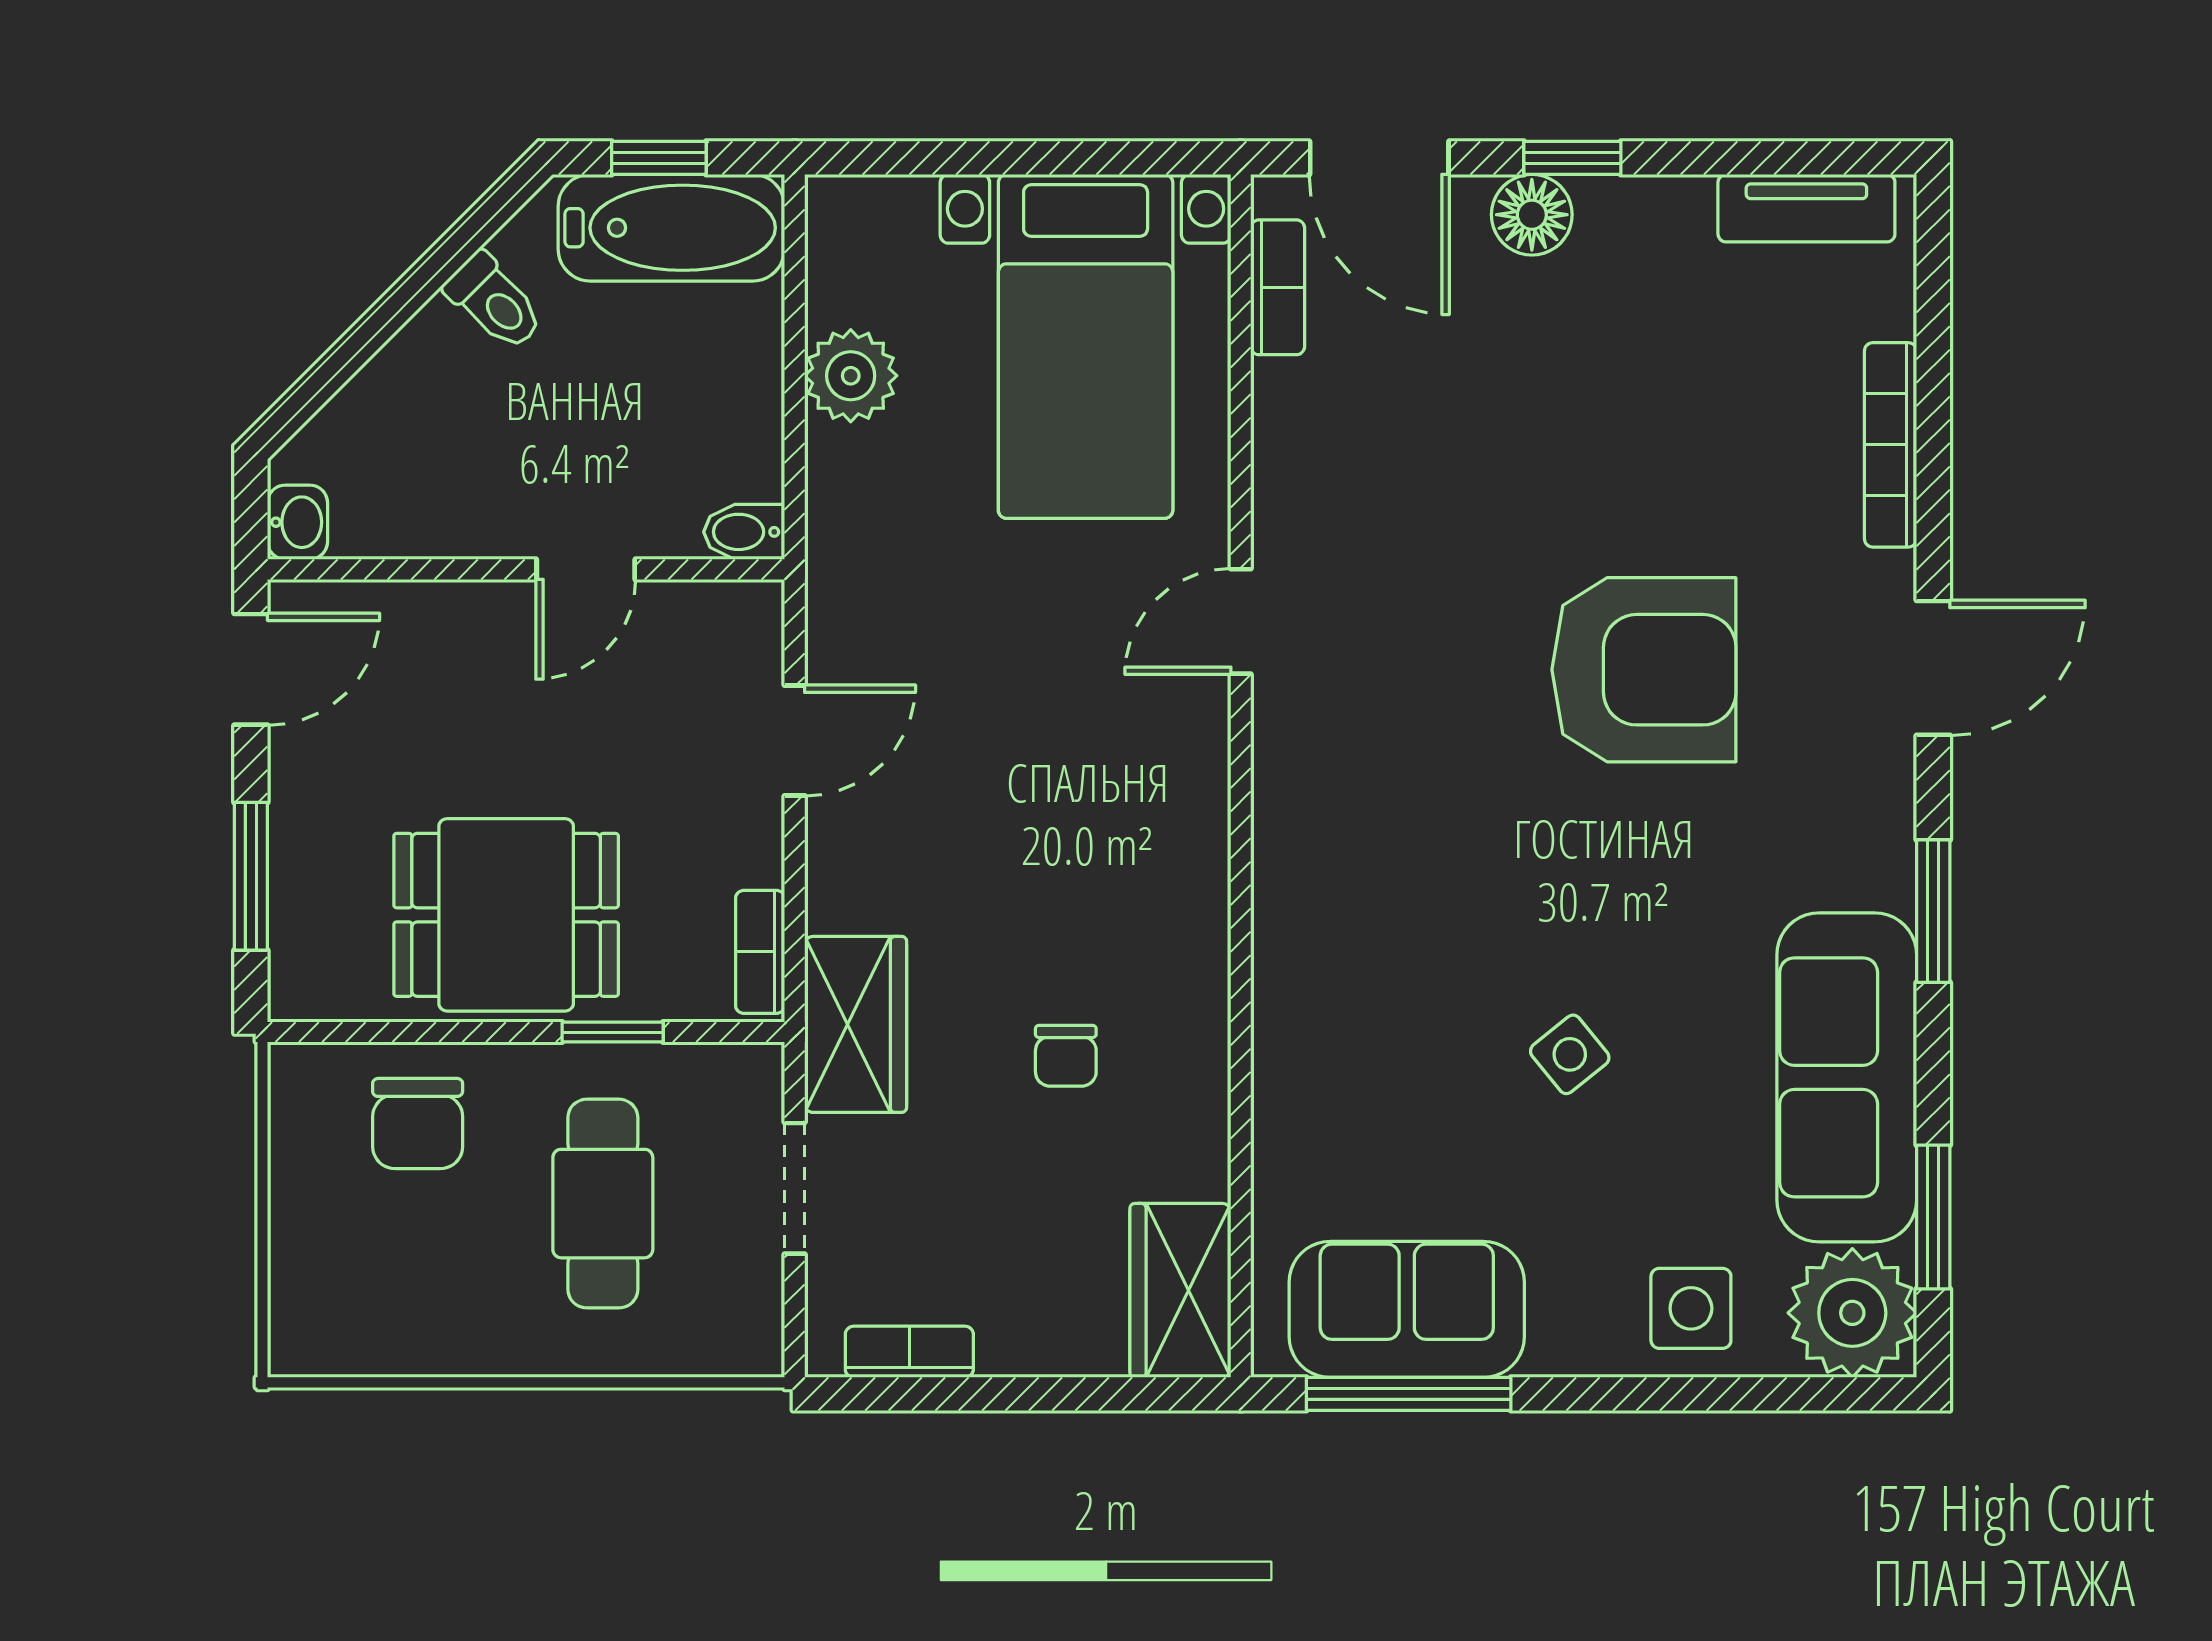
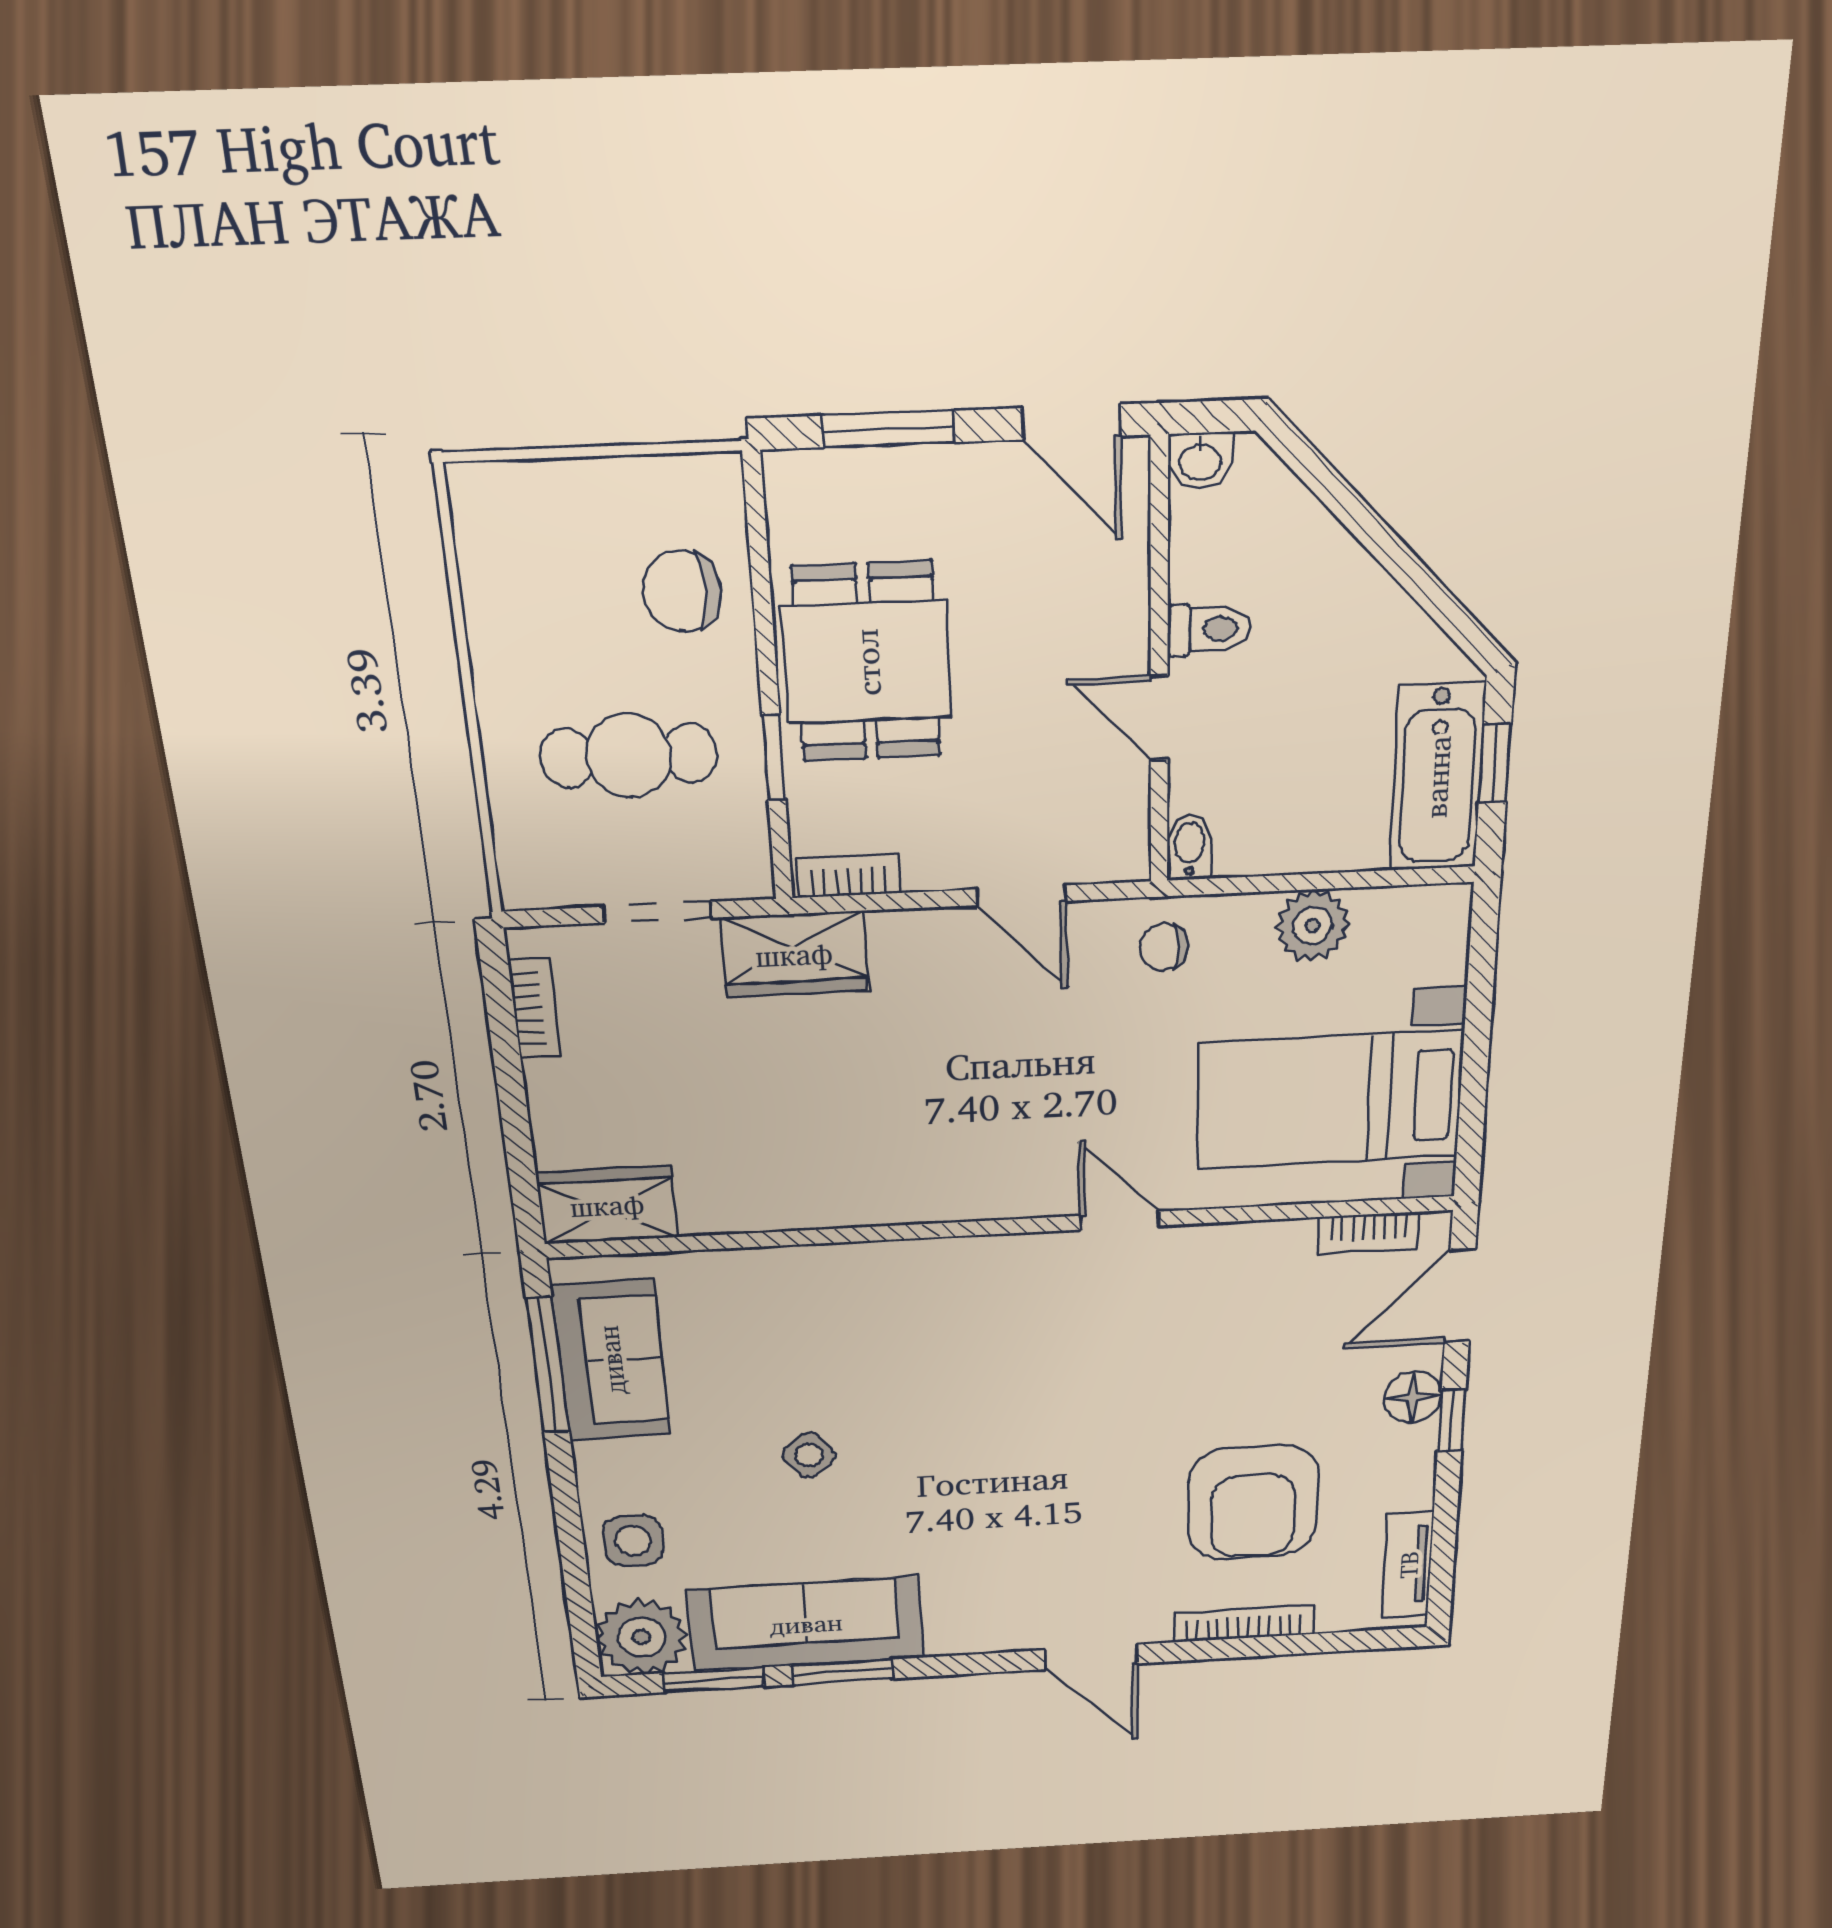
toilet: (494, 302) -> (1209, 629), moved, turned -135
armchair: (1644, 670) -> (1253, 1503), moved
window: (1933, 911) -> (843, 1672), moved
chair: (1066, 1056) -> (1164, 947), moved

